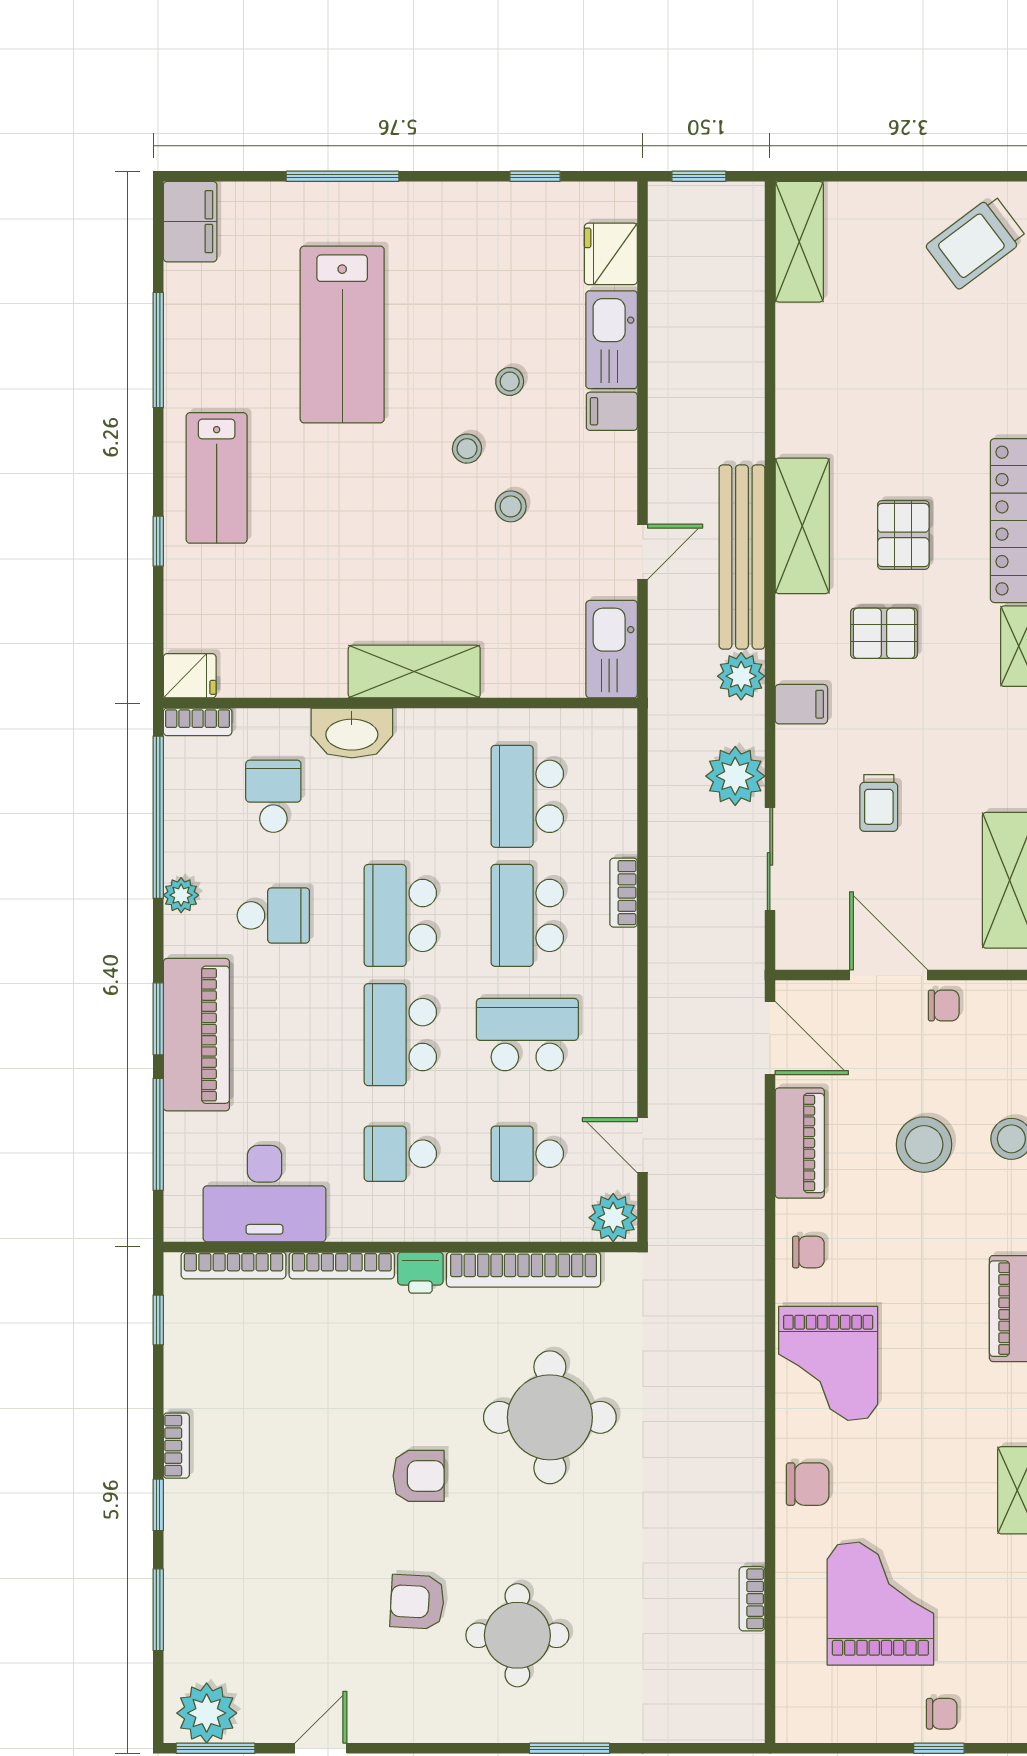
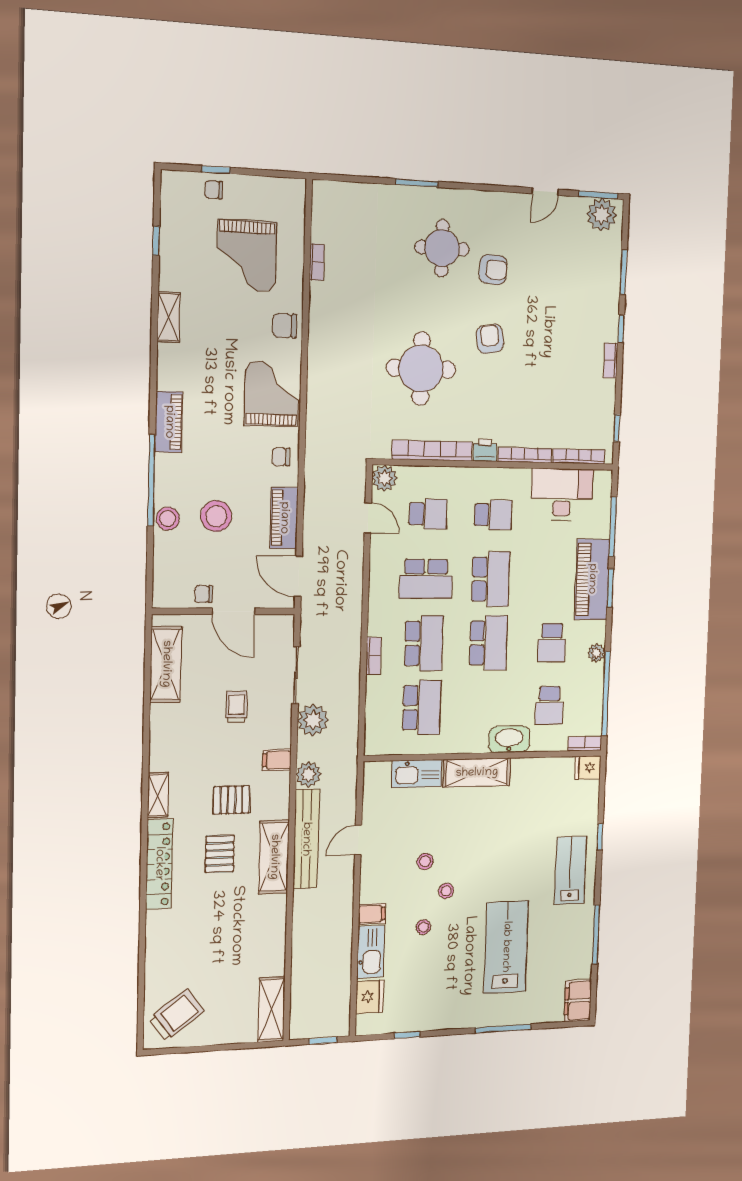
kitchen sink: (612, 649) -> (417, 774), moved, turned 90
school desk: (273, 915) -> (552, 643), turned -90
armchair: (419, 1476) -> (490, 339), turned 81

